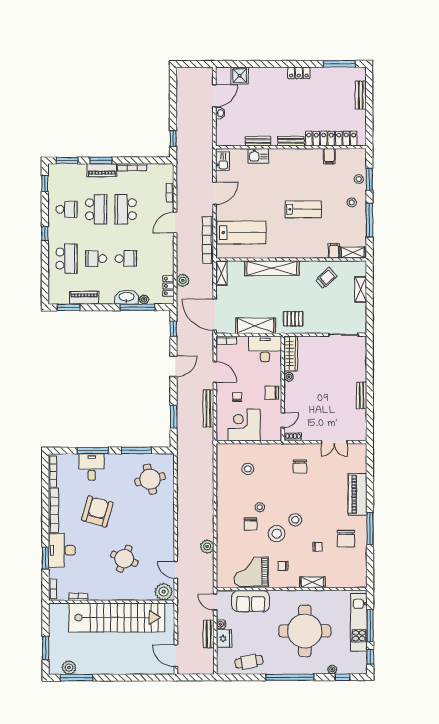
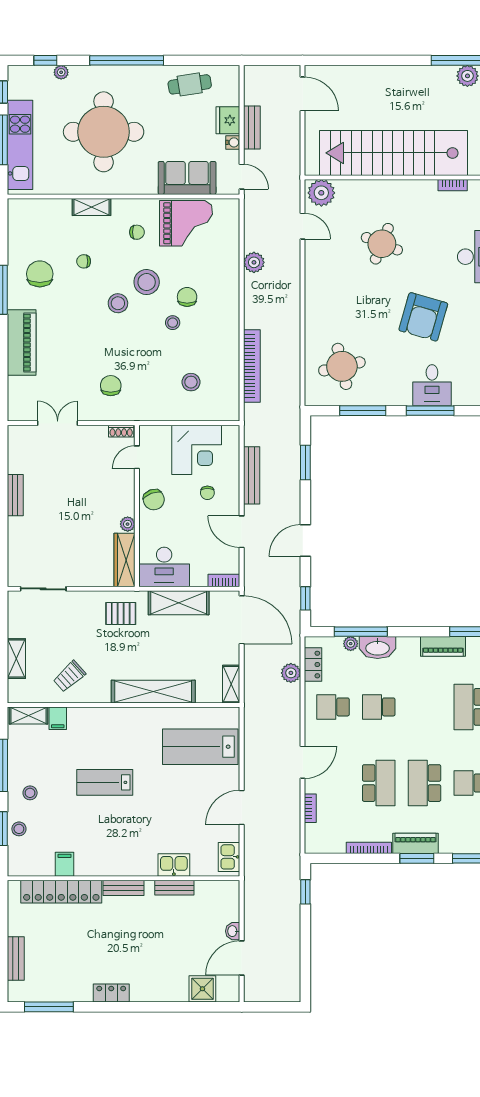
bookcase: (208, 240) -> (252, 366), moved
school desk: (96, 259) -> (333, 707), moved, turned 180
chair: (272, 393) -> (154, 500), turned 69

